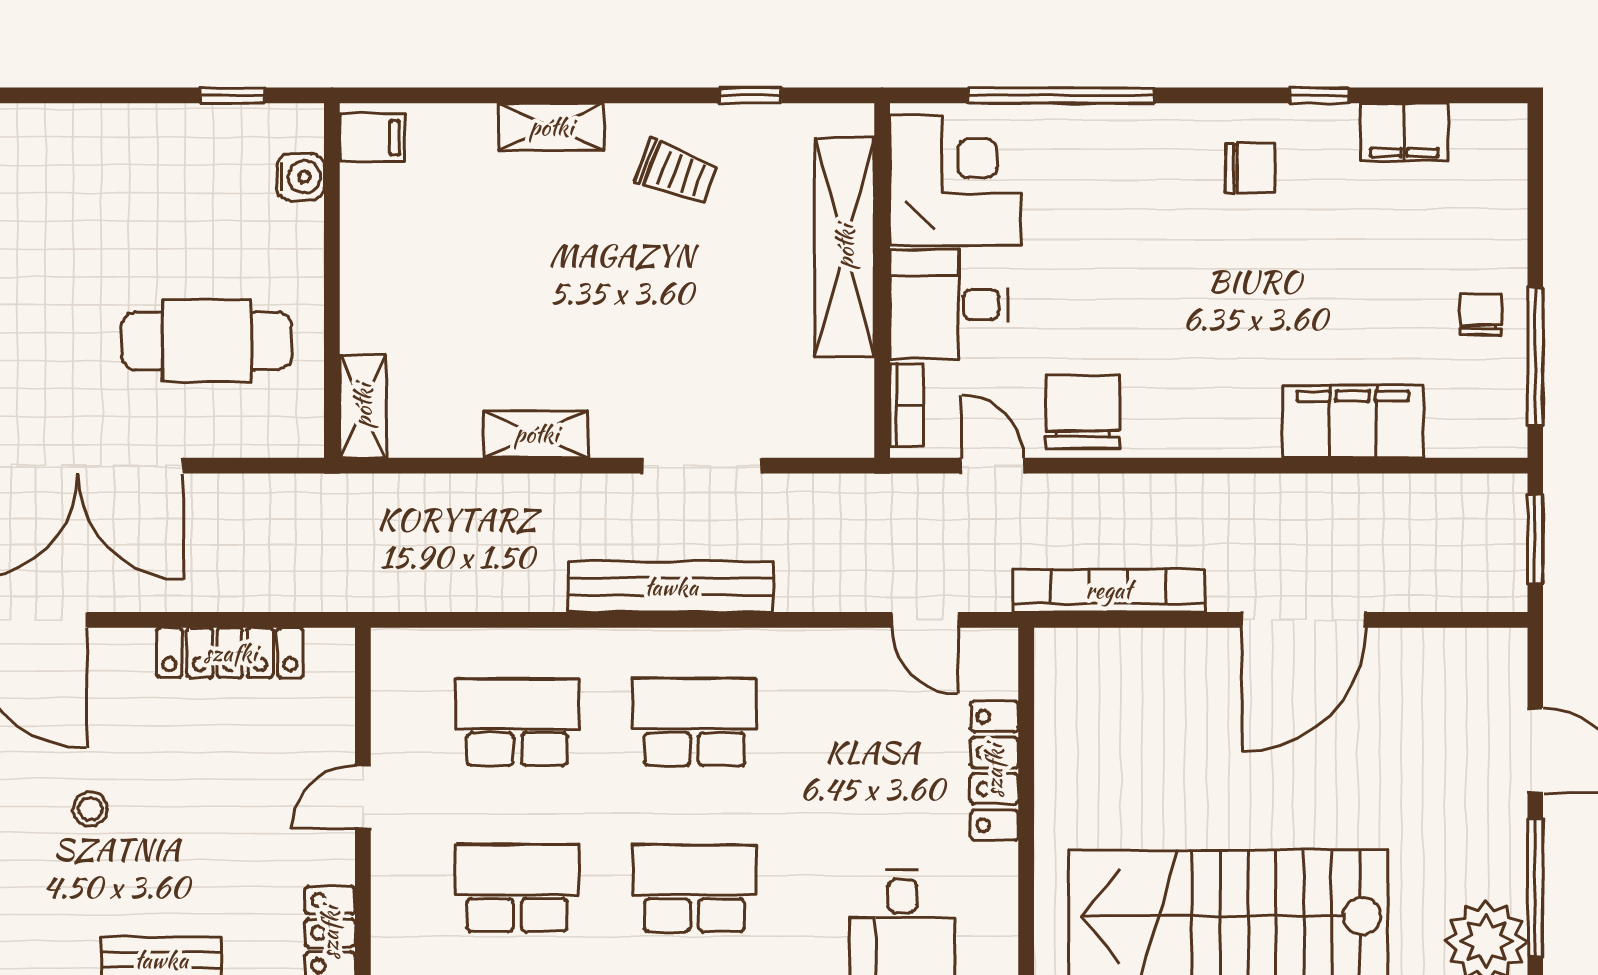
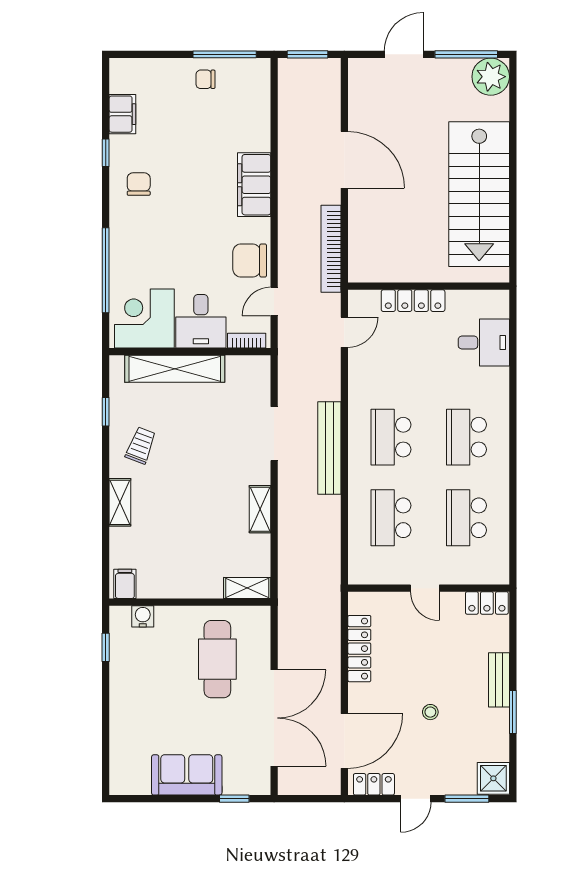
filing cabinet: (1353, 422) -> (254, 185), moved

